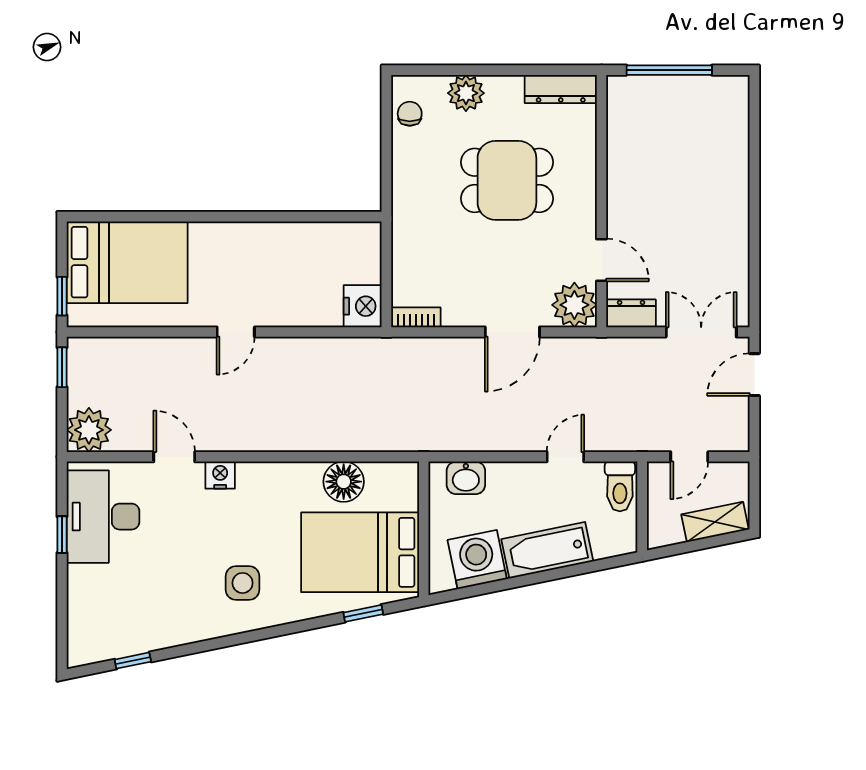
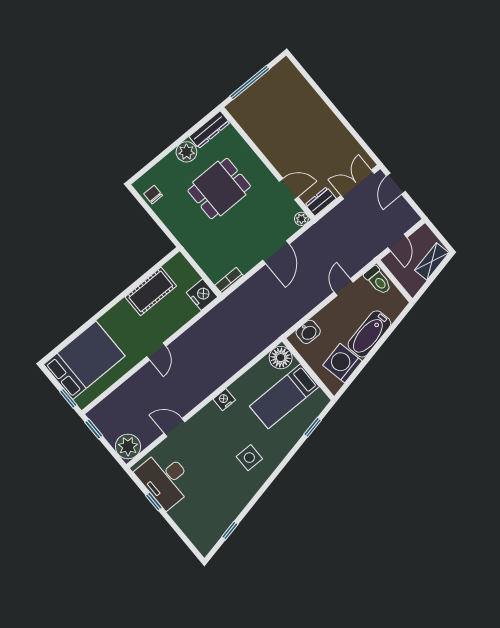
plant: (466, 93) -> (186, 152), moved
cot: (296, 244) -> (151, 291), added
plant: (574, 305) -> (301, 219), width x0.53, depth x0.53
nightstand: (220, 475) -> (224, 400), moved
floor lamp: (344, 482) -> (281, 358), moved
bed: (360, 552) -> (284, 396), width x0.67

